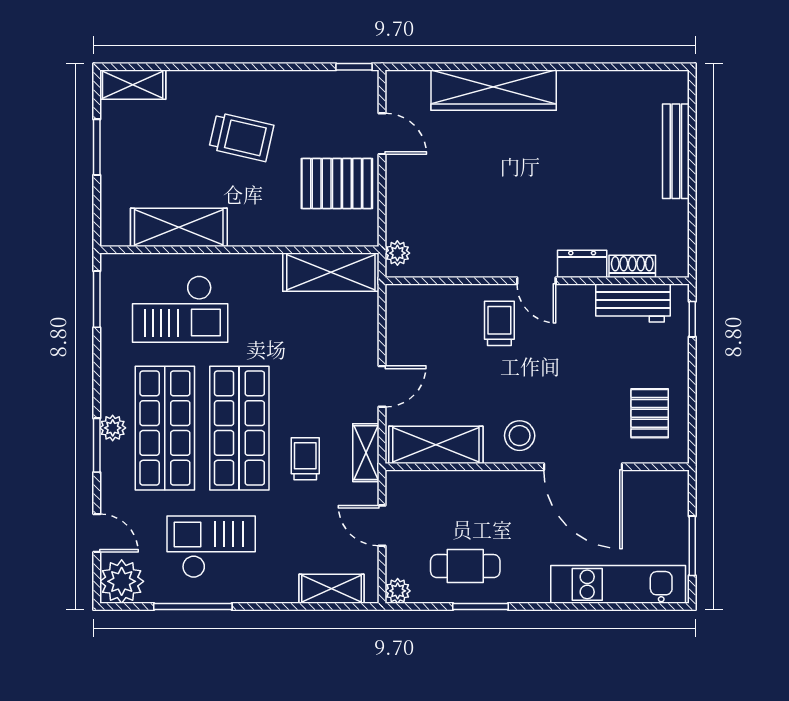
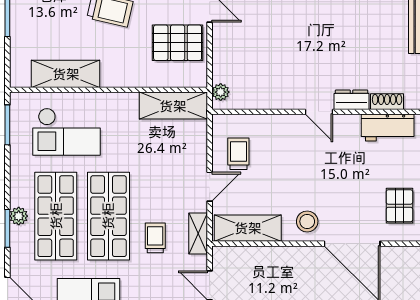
trolley: (499, 323) -> (238, 154), moved

